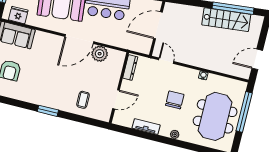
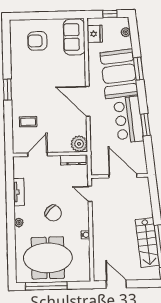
plant: (100, 54) -> (79, 144), moved
door: (166, 61) -> (90, 194), swing flipped
door: (116, 99) -> (38, 154), swing flipped
chair: (175, 100) -> (53, 213), turned 45
window: (244, 112) -> (46, 286), moved

